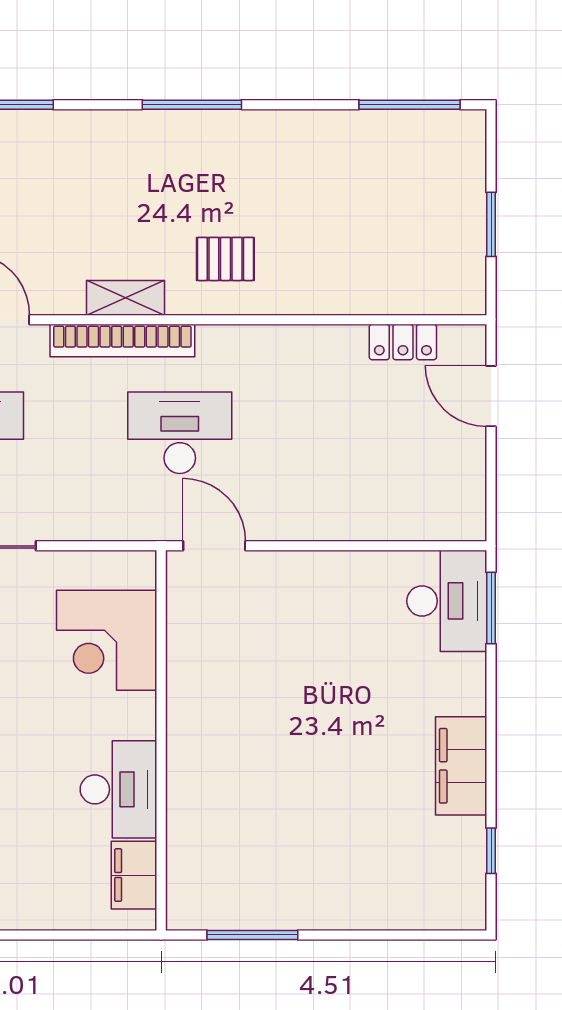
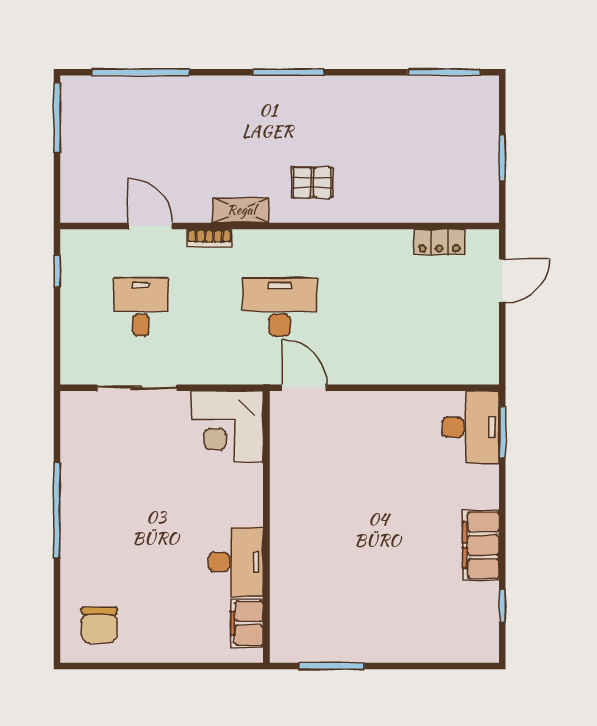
bookcase: (122, 341) -> (209, 238), width x0.43, depth x0.76
door: (491, 396) -> (502, 281), swing flipped
corner desk: (107, 640) -> (227, 427), moved

